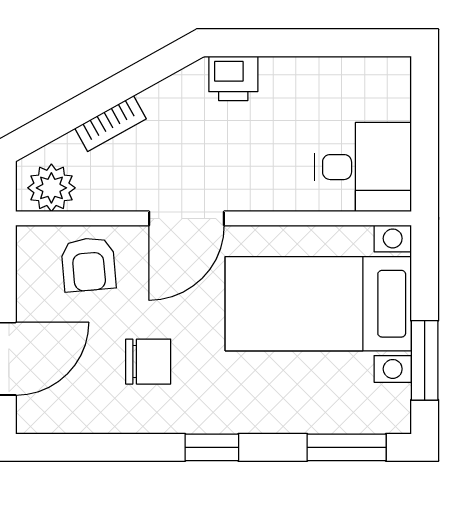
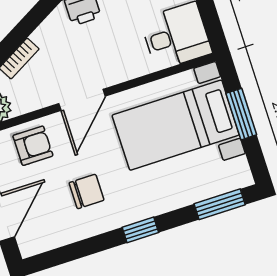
armchair: (88, 264) -> (33, 146), turned -85
window: (425, 360) -> (241, 114), moved

